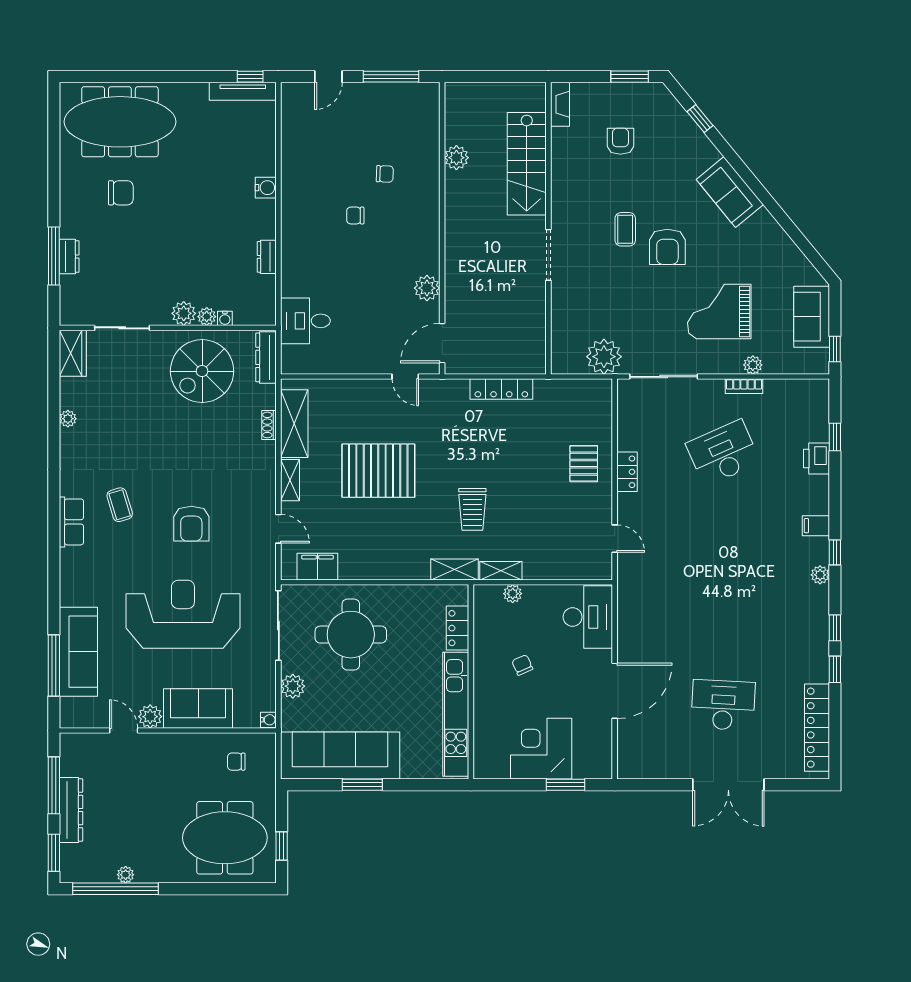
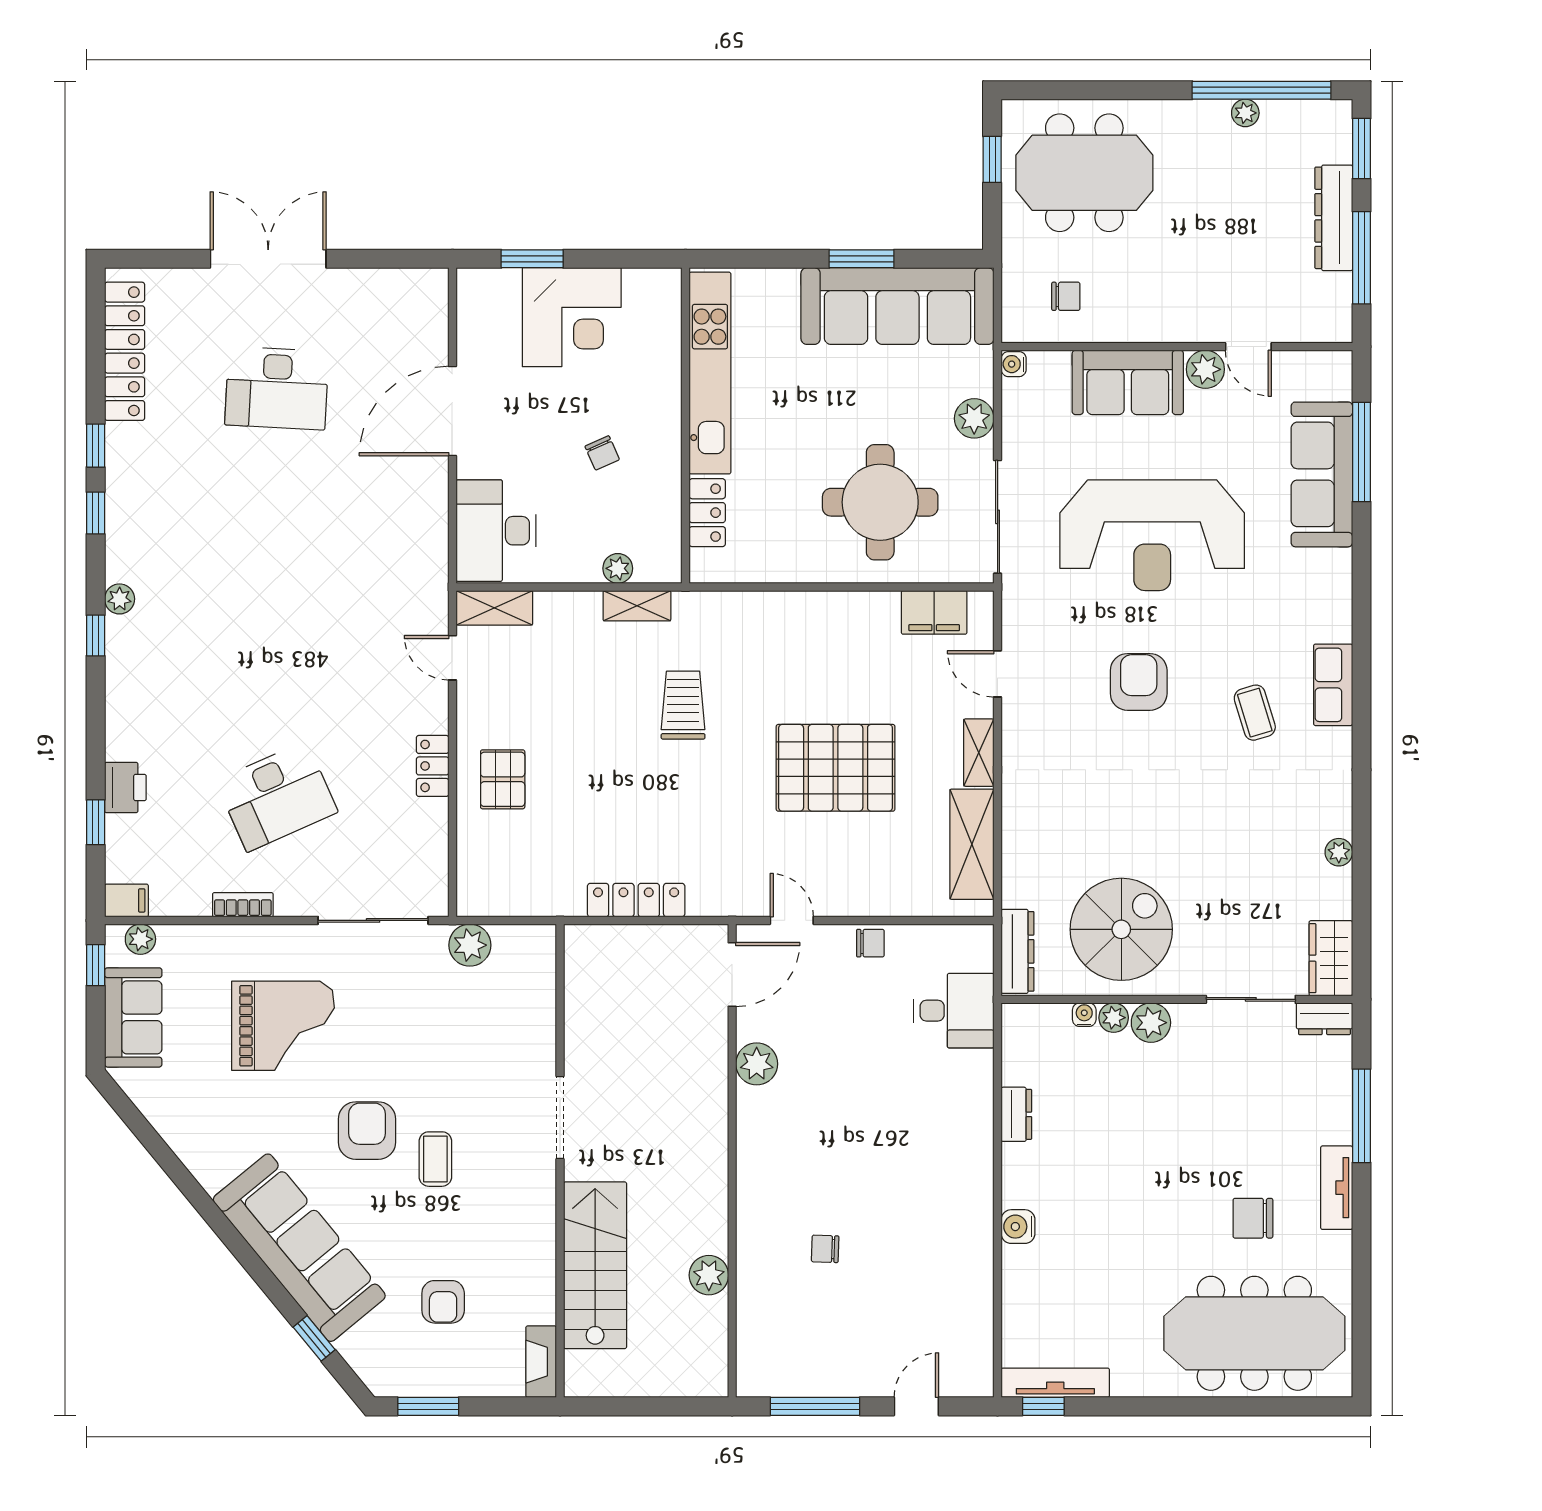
sofa: (730, 192) -> (299, 1248), width x1.85, depth x1.27
tv unit: (69, 212) -> (1337, 1188), added
chair: (355, 216) -> (870, 943), moved
dresser: (69, 256) -> (1324, 1019), moved, turned -90
plant: (604, 357) -> (470, 945), width x0.73, depth x0.73
plant: (753, 365) -> (140, 939), moved
shoe rack: (269, 425) -> (1013, 842), removed
filing cabinet: (816, 526) -> (126, 900), moved
shelving: (455, 569) -> (494, 608), moved

